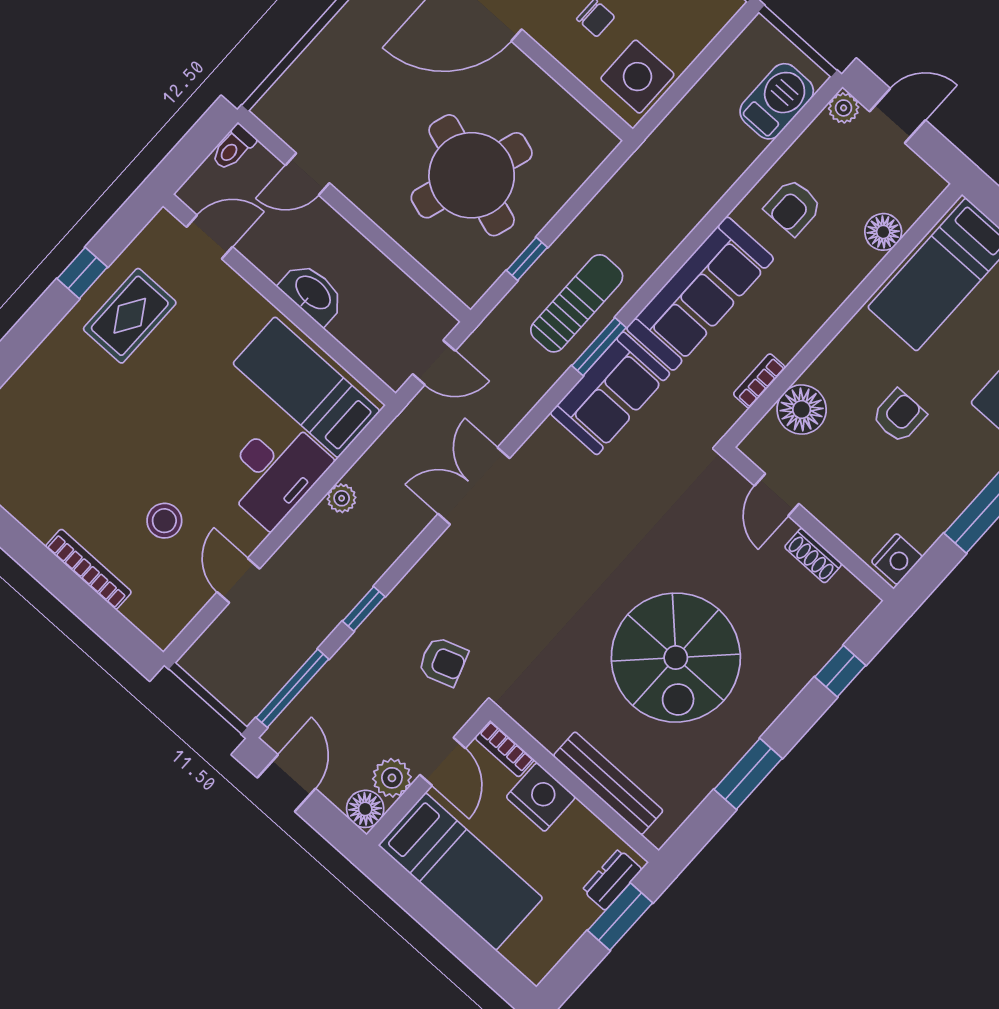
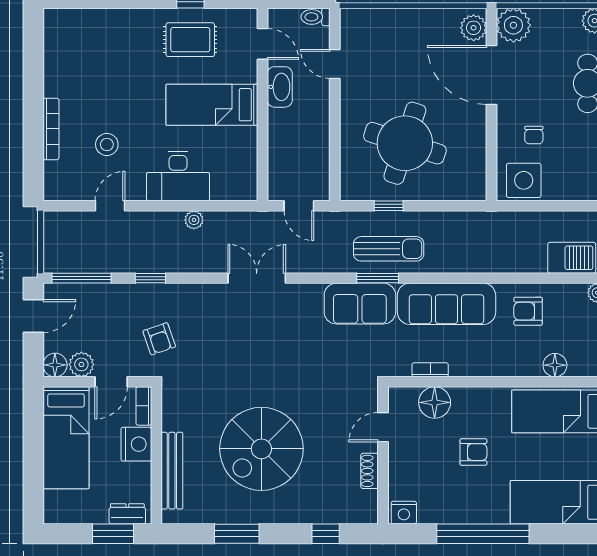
washbasin: (312, 293) -> (280, 87), moved
bed: (306, 387) -> (212, 105), moved, turned -90

